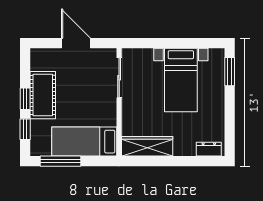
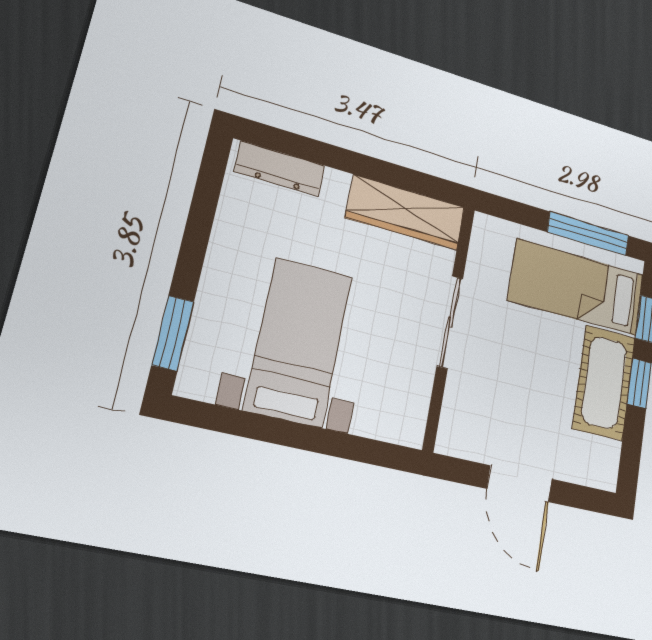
sliding door: (119, 78) -> (450, 322), moved
bed: (84, 142) -> (577, 287), moved, turned 180
dresser: (209, 149) -> (280, 169), width x1.44

